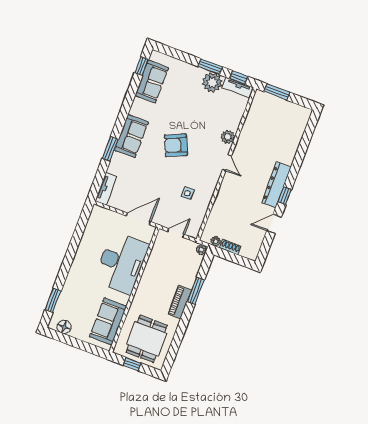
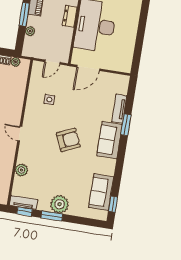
plant: (212, 82) -> (60, 204), moved
plant: (228, 137) -> (21, 170), moved
tv unit: (106, 188) -> (119, 109), moved
plant: (201, 250) -> (30, 31), moved
dresser: (147, 279) -> (70, 16), added

